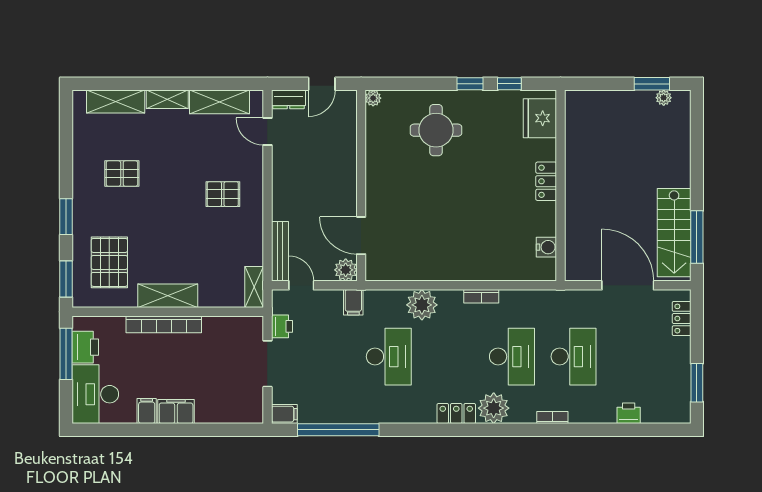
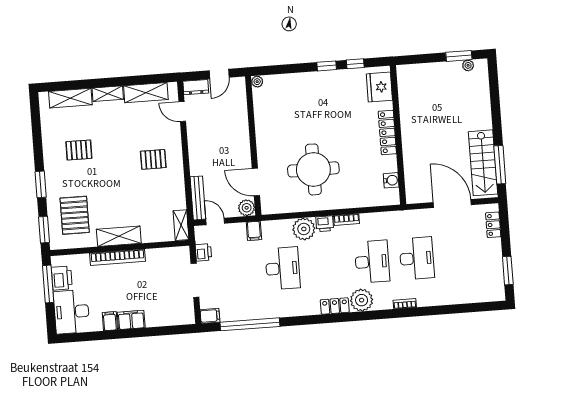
round table: (436, 130) -> (313, 169), moved, width x1.36, depth x1.36
locker: (546, 181) -> (387, 132), width x1.53
printer: (629, 413) -> (325, 224), moved, turned 180

